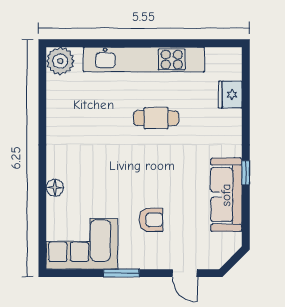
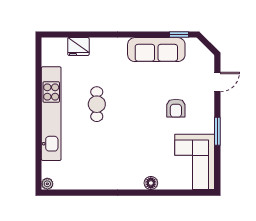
plant: (60, 61) -> (47, 184), width x0.53, depth x0.53
window: (246, 173) -> (179, 34), moved
armchair: (151, 220) -> (176, 108), turned 180

